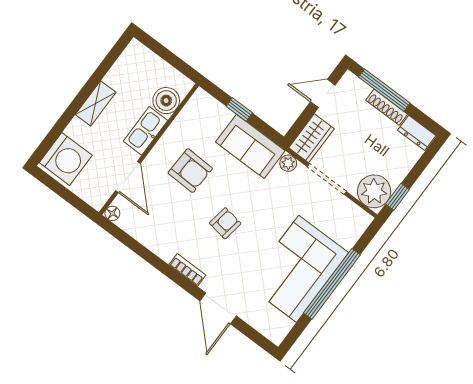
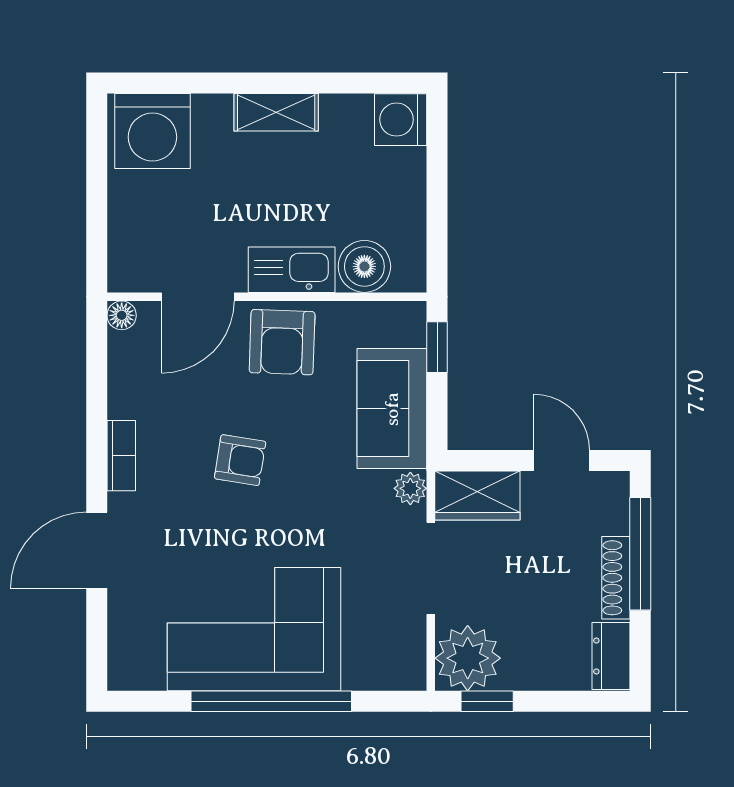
washing machine: (136, 55) -> (401, 120), added
boiler: (166, 101) -> (364, 266), moved
kitchen sink: (145, 131) -> (292, 270), moved
wall: (149, 149) -> (267, 297), moved
door: (128, 177) -> (198, 297), moved
floor lamp: (112, 213) -> (122, 315), moved

